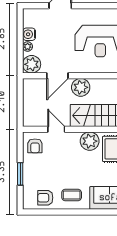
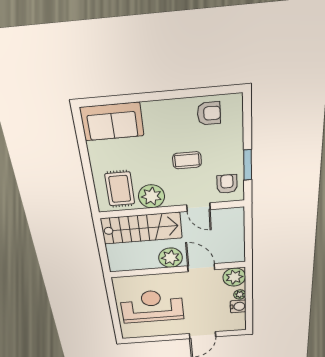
door: (57, 76) -> (201, 268), hinge flipped
window: (20, 174) -> (248, 165), moved
coffee table: (72, 195) -> (187, 160), moved

